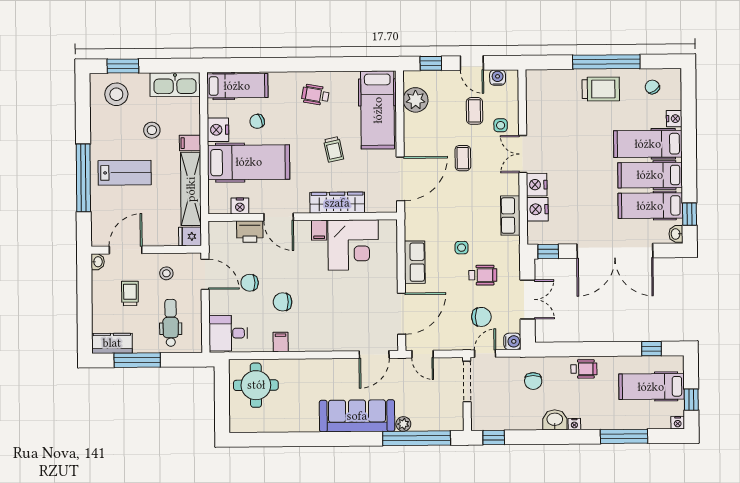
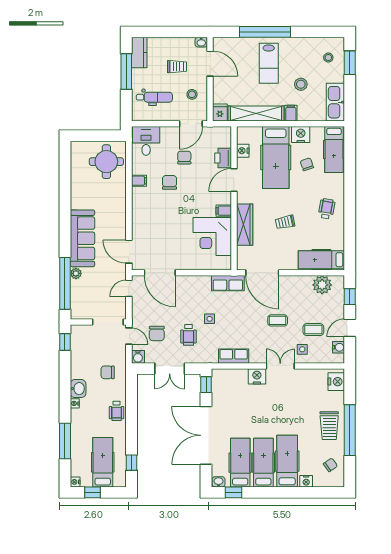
stool: (116, 94) -> (328, 58), width x0.53, depth x0.53
hospital bed: (378, 110) -> (321, 260), width x0.73, depth x0.78
nightstand: (537, 209) -> (336, 382), moved, turned 90
row of seats: (415, 262) -> (228, 283), moved

